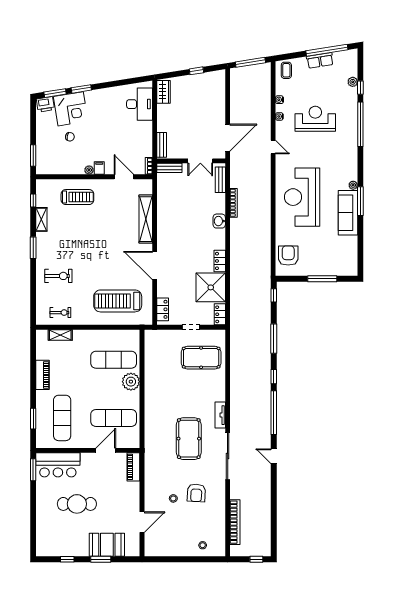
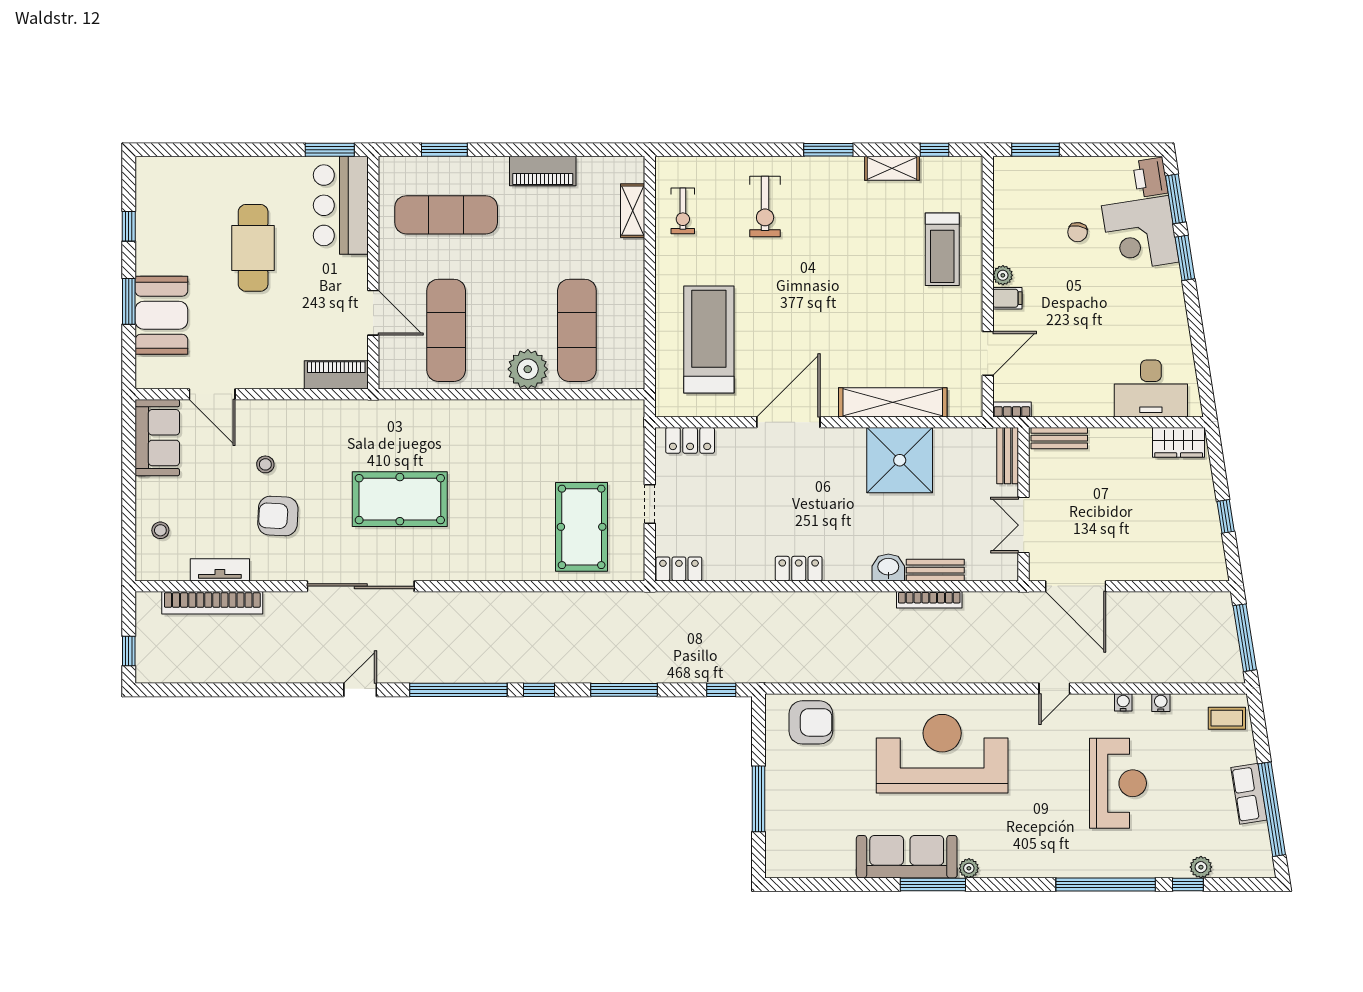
bench: (220, 180) -> (935, 570), moved
shower: (211, 287) -> (900, 460), moved
tv unit: (220, 415) -> (220, 570), moved
sofa: (161, 547) -> (157, 438), added

